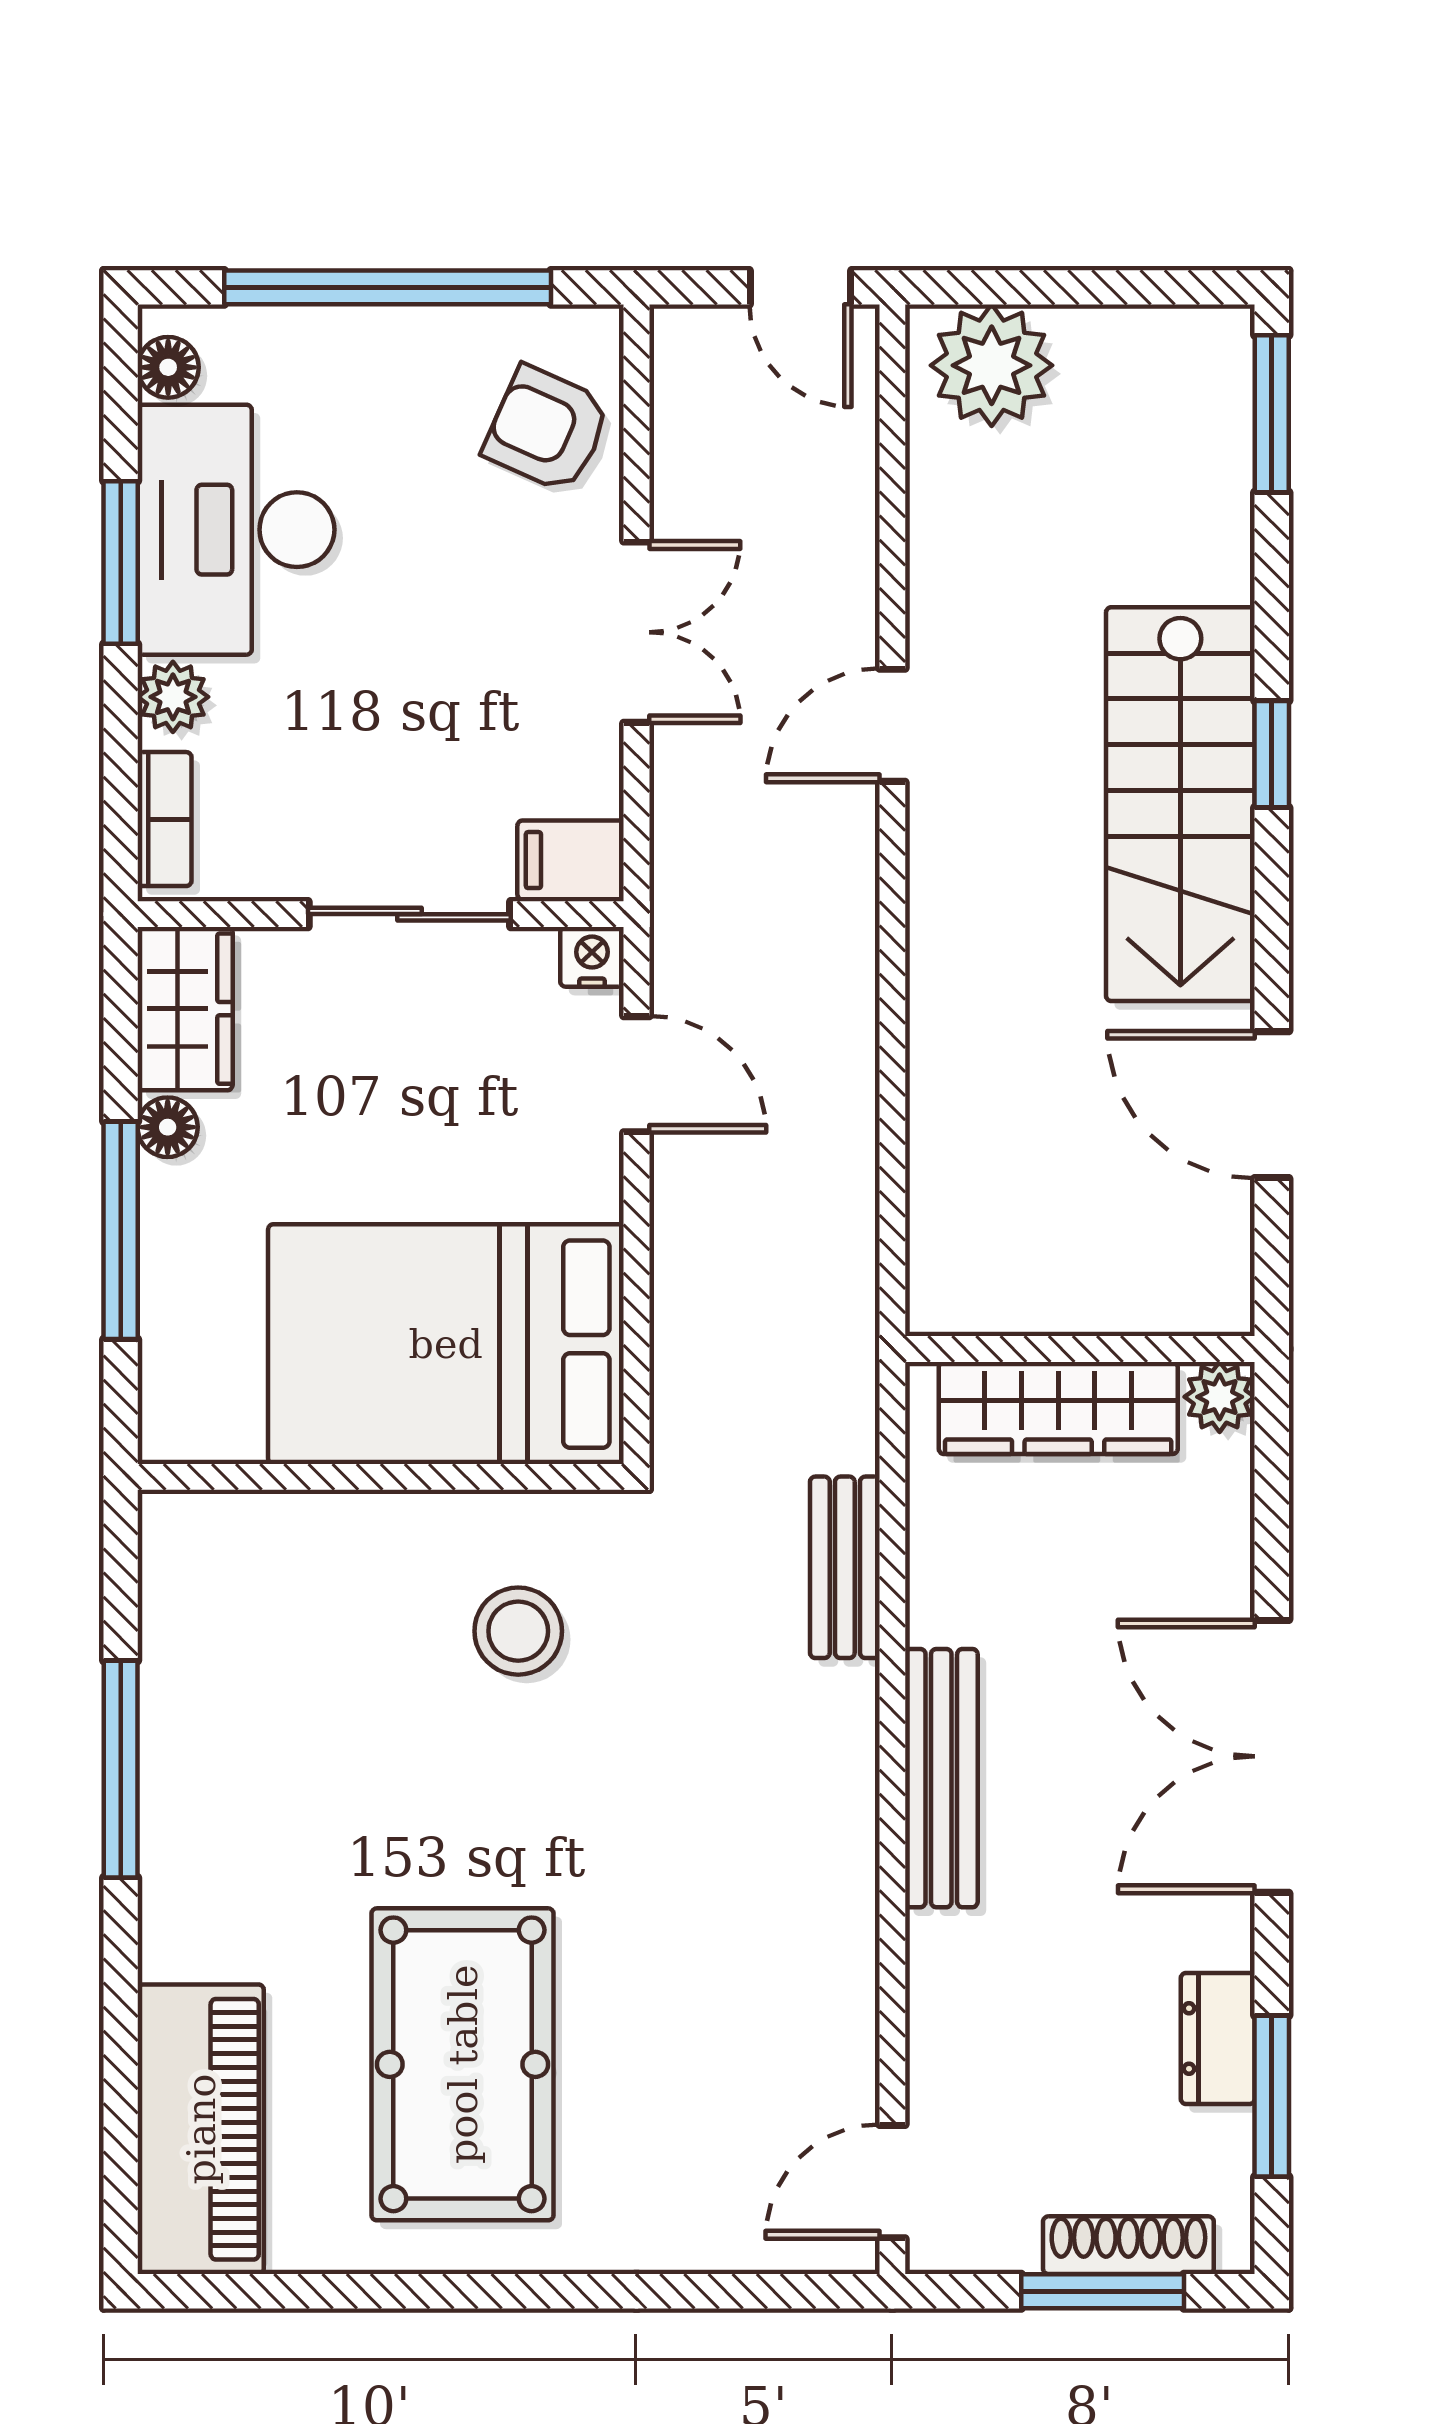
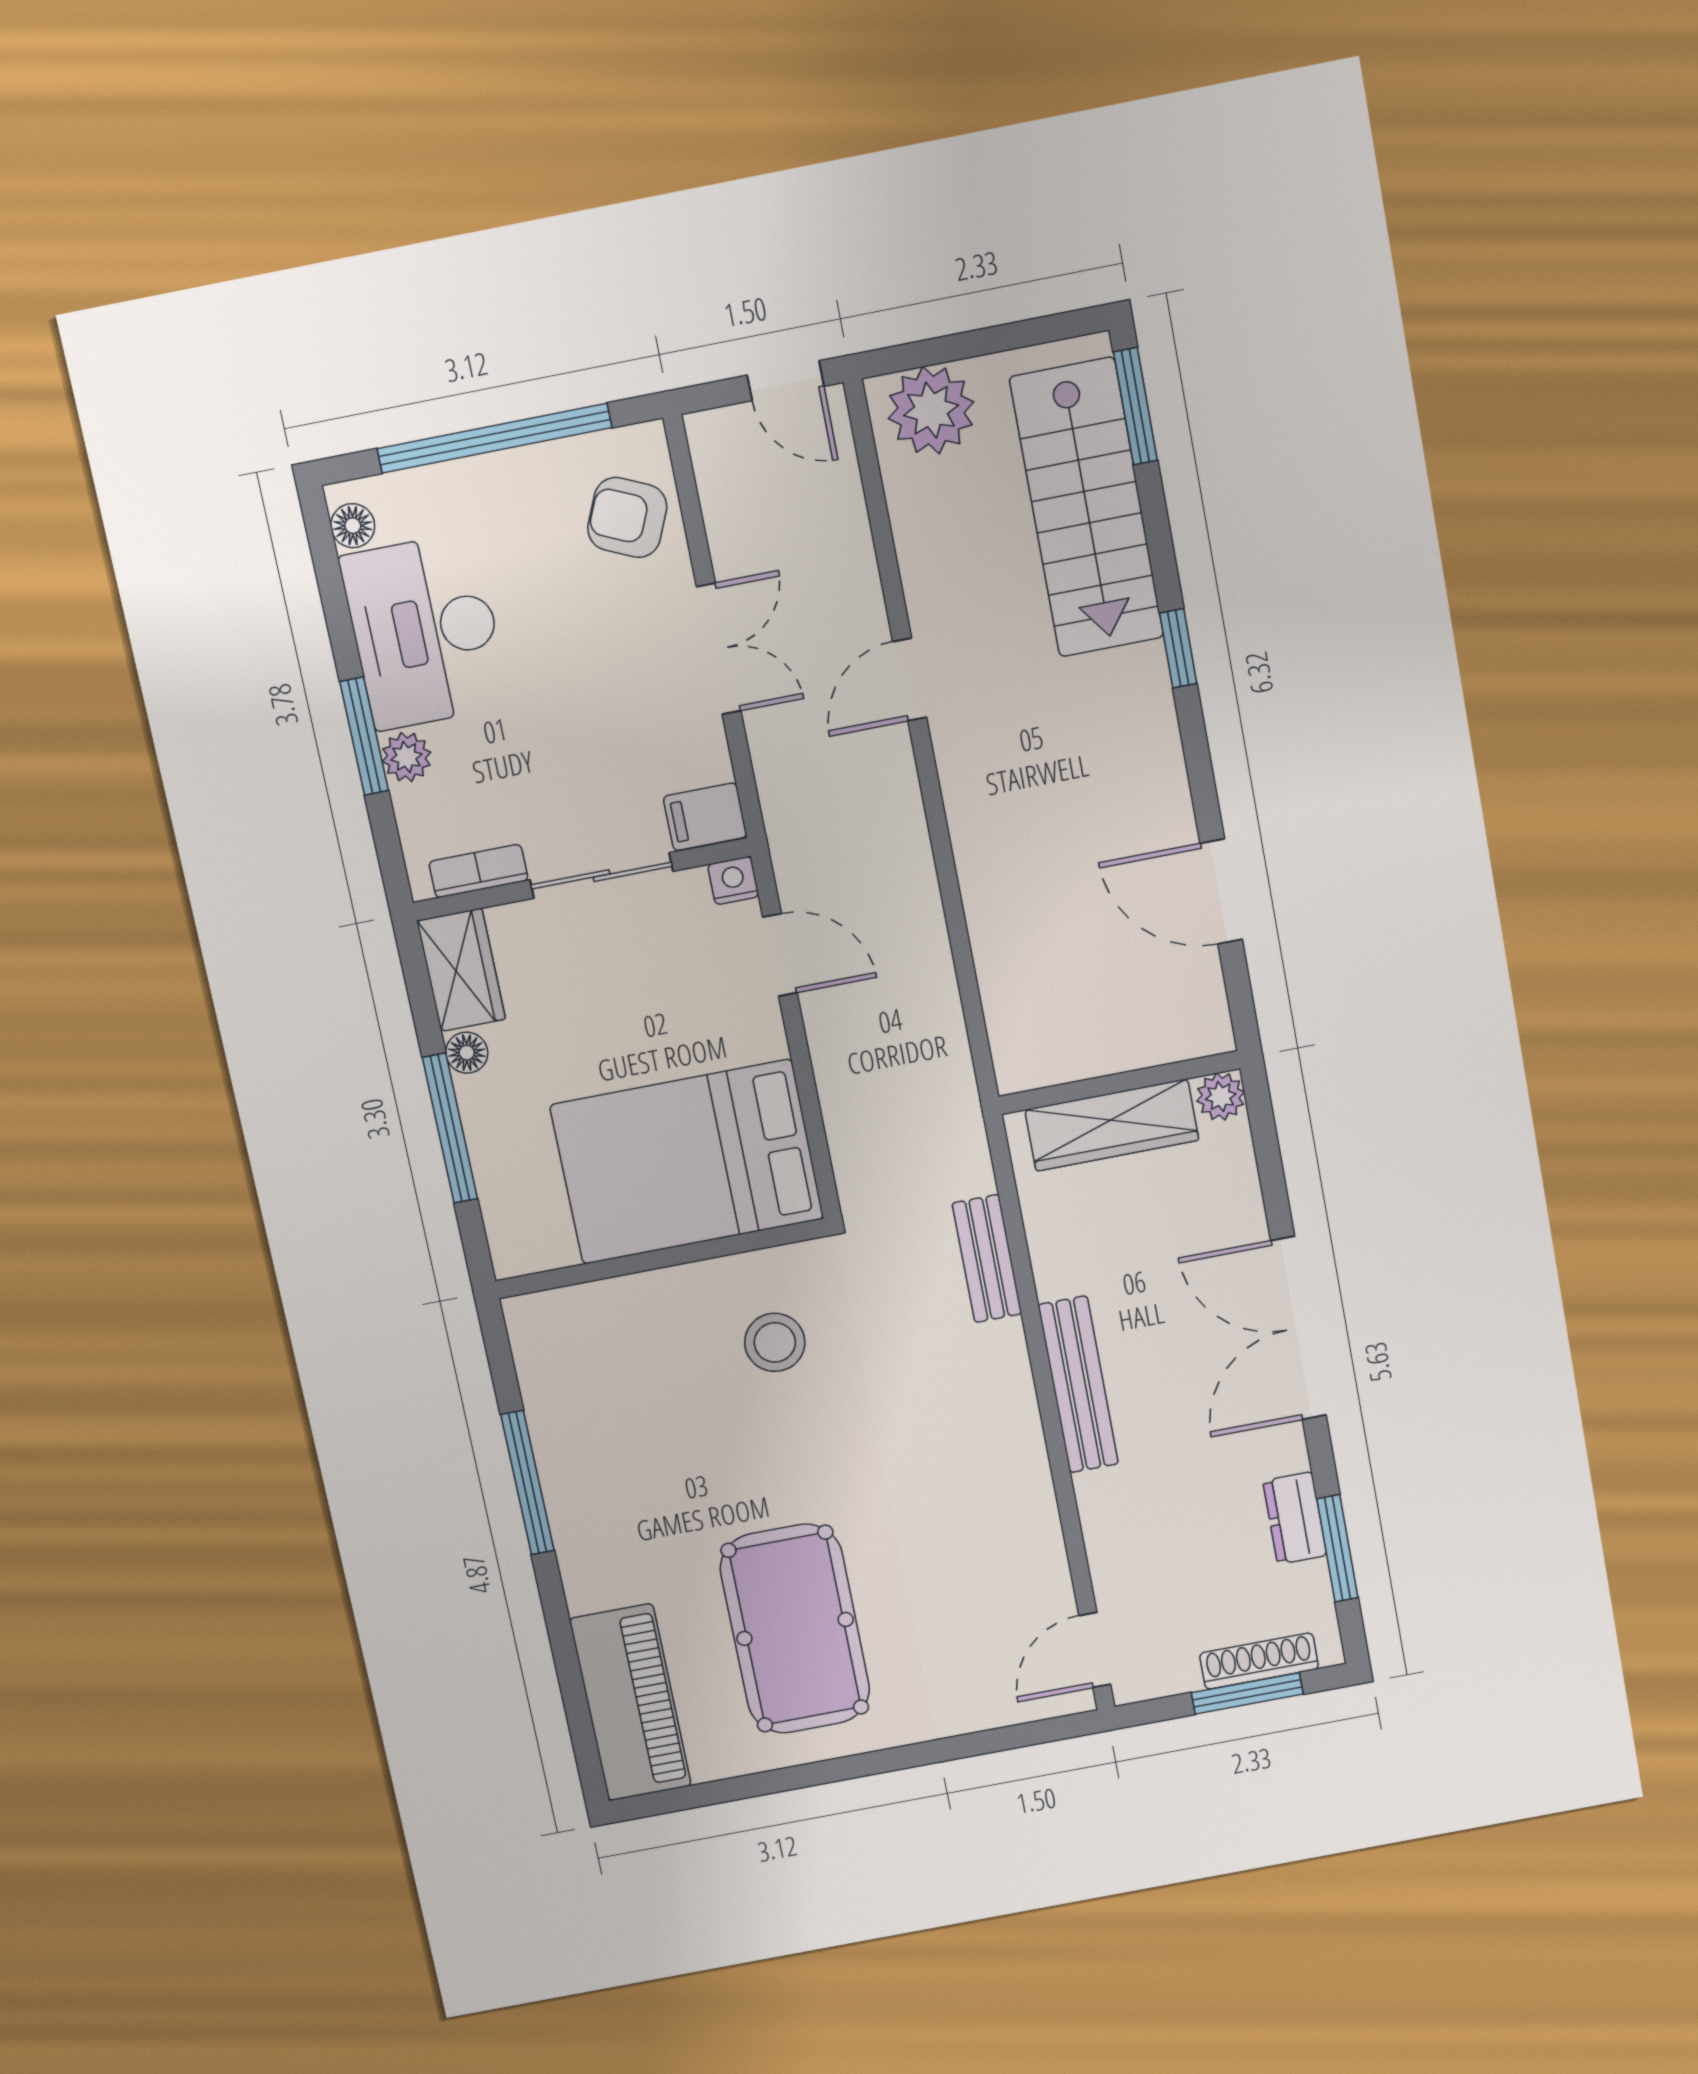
window: (121, 563) -> (364, 736), moved
stairs: (1180, 804) -> (1087, 508), moved
bookcase: (165, 819) -> (478, 871), moved, turned -90

